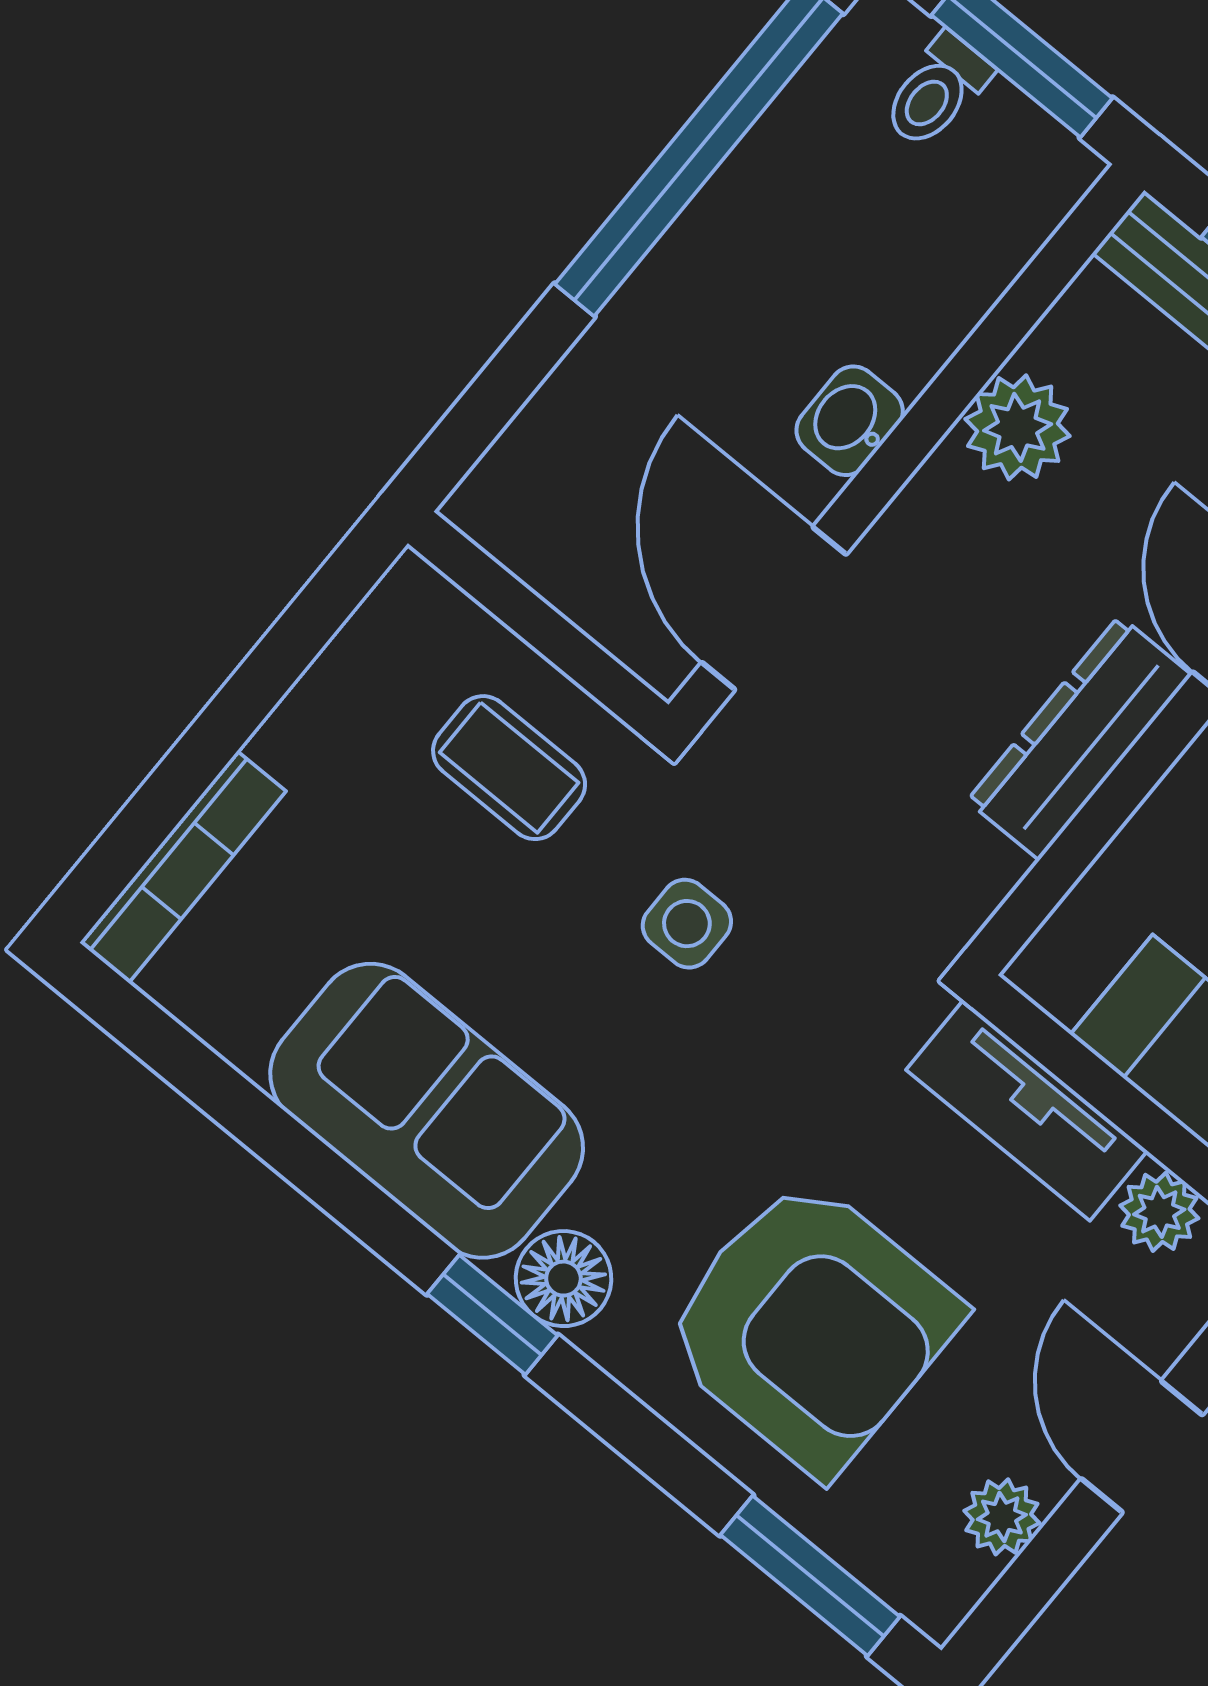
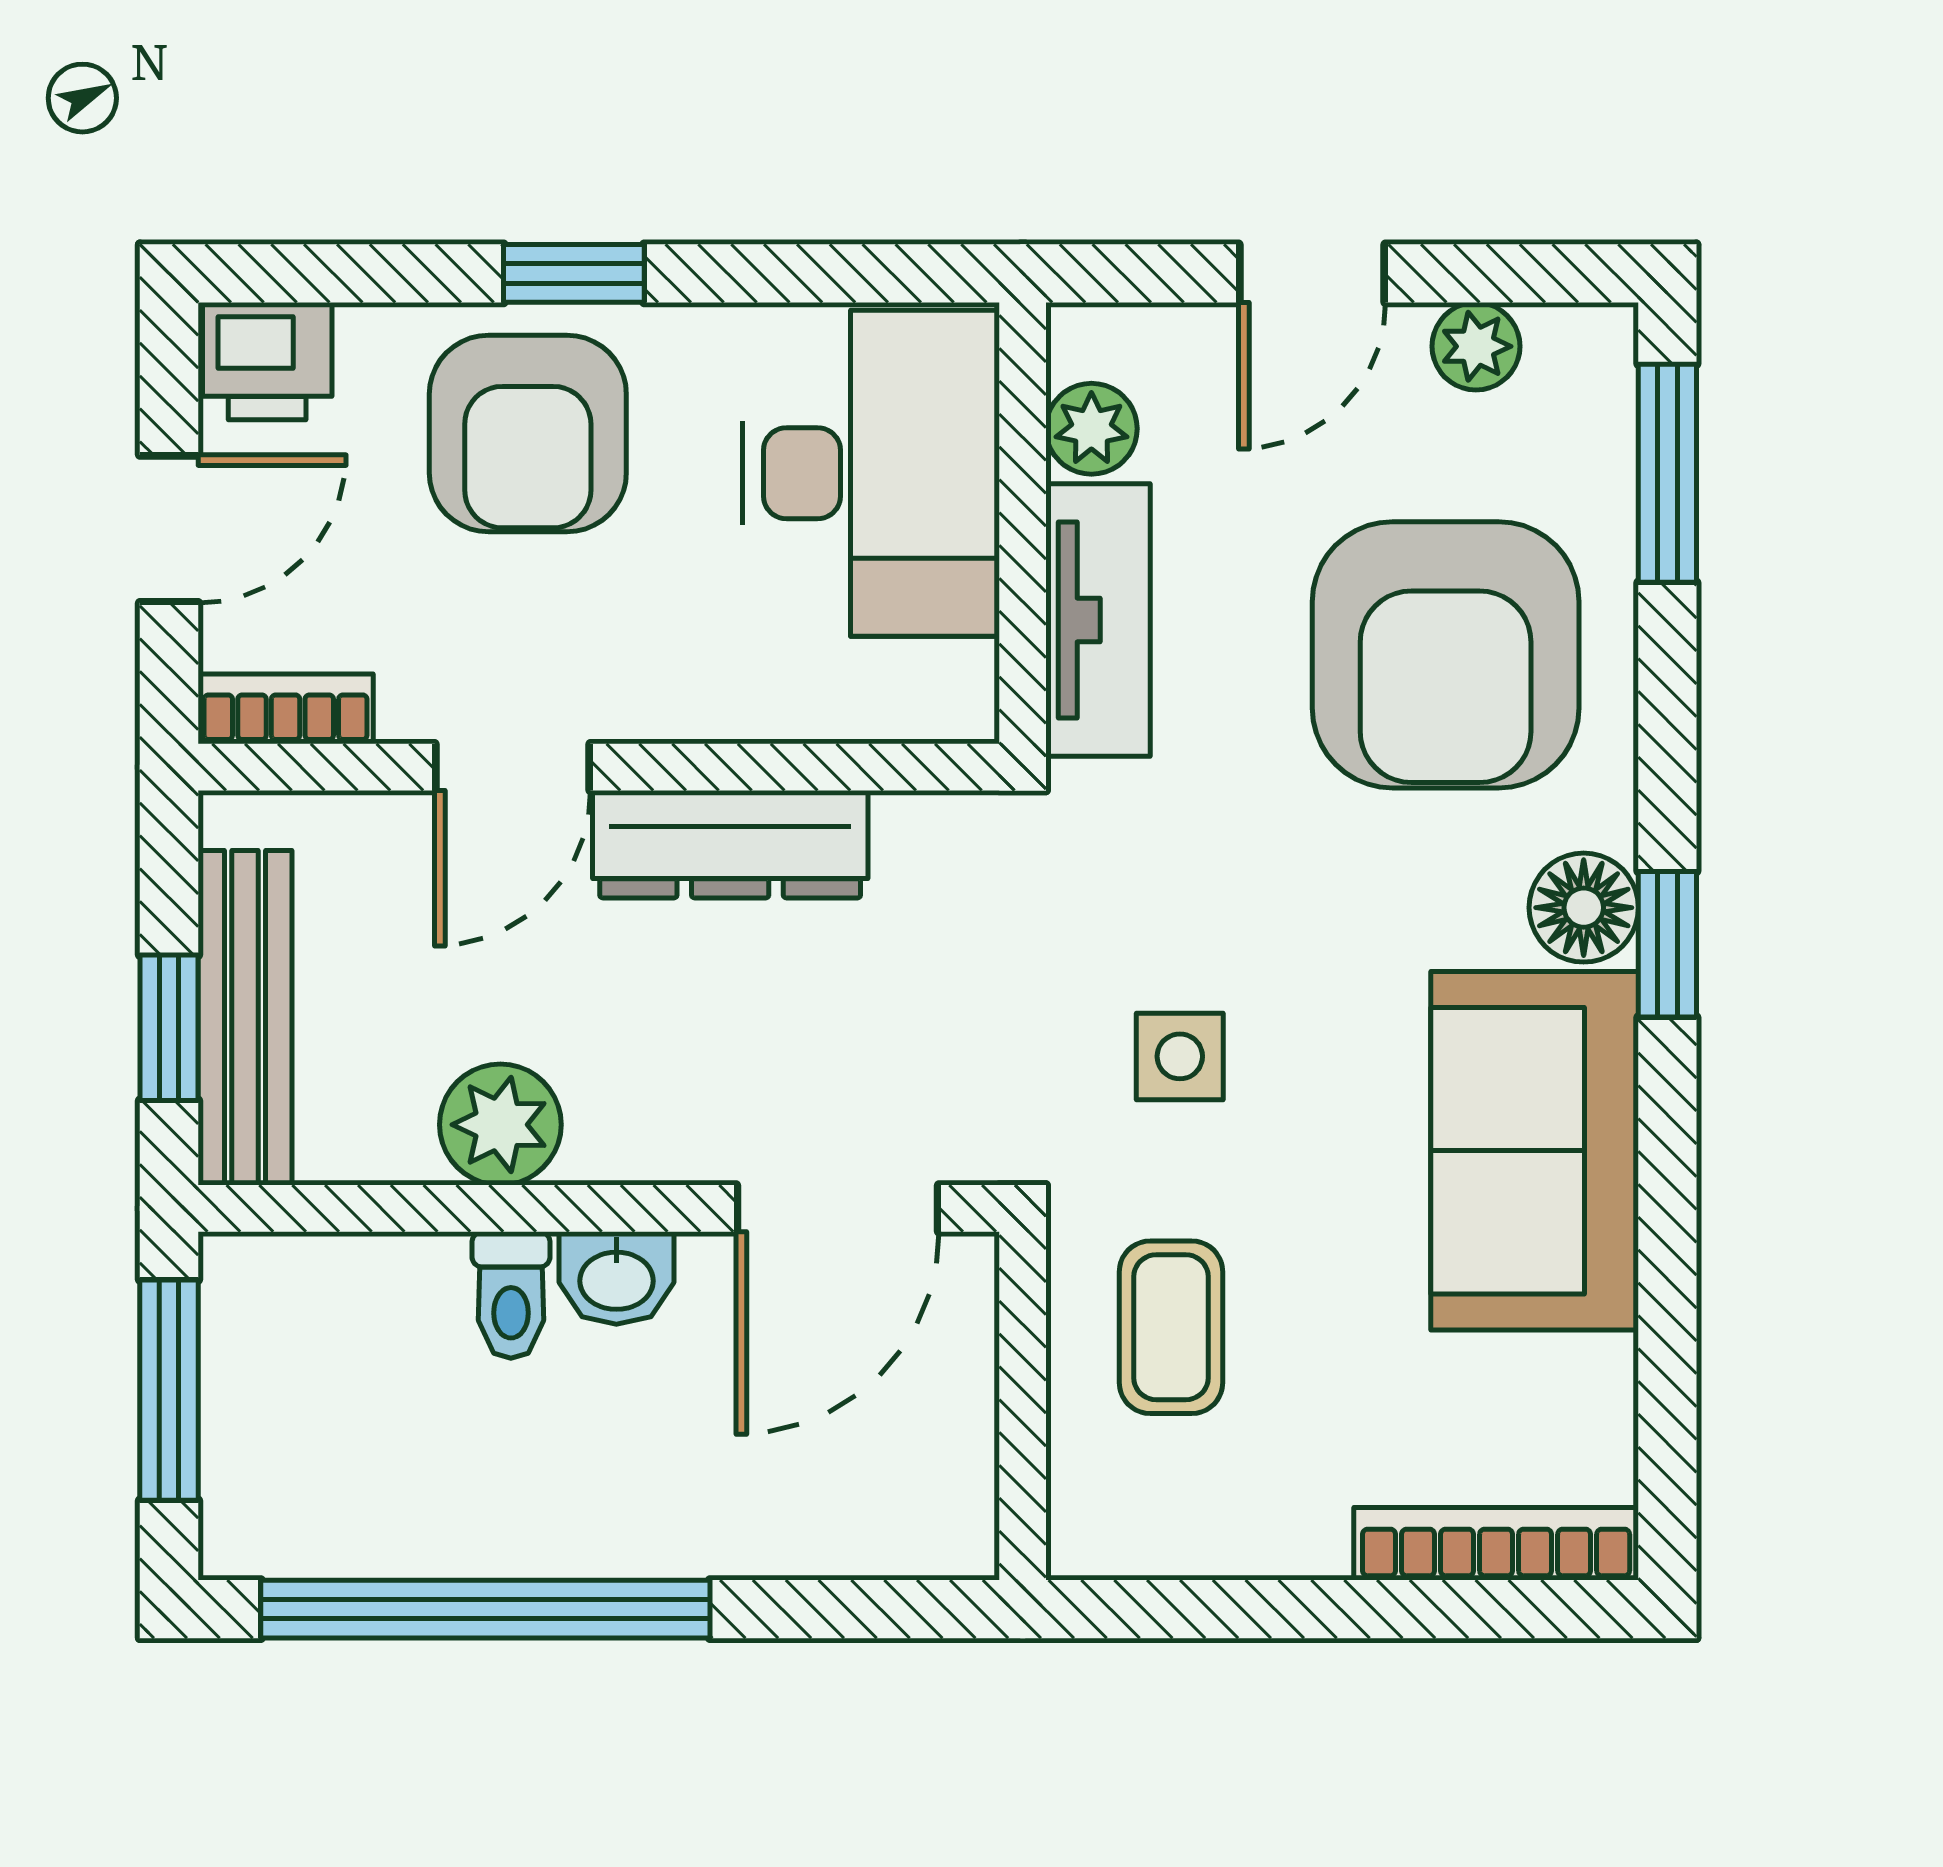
toilet: (937, 91) -> (511, 1295), moved, turned 90
armchair: (811, 1325) -> (1446, 655), turned 180

